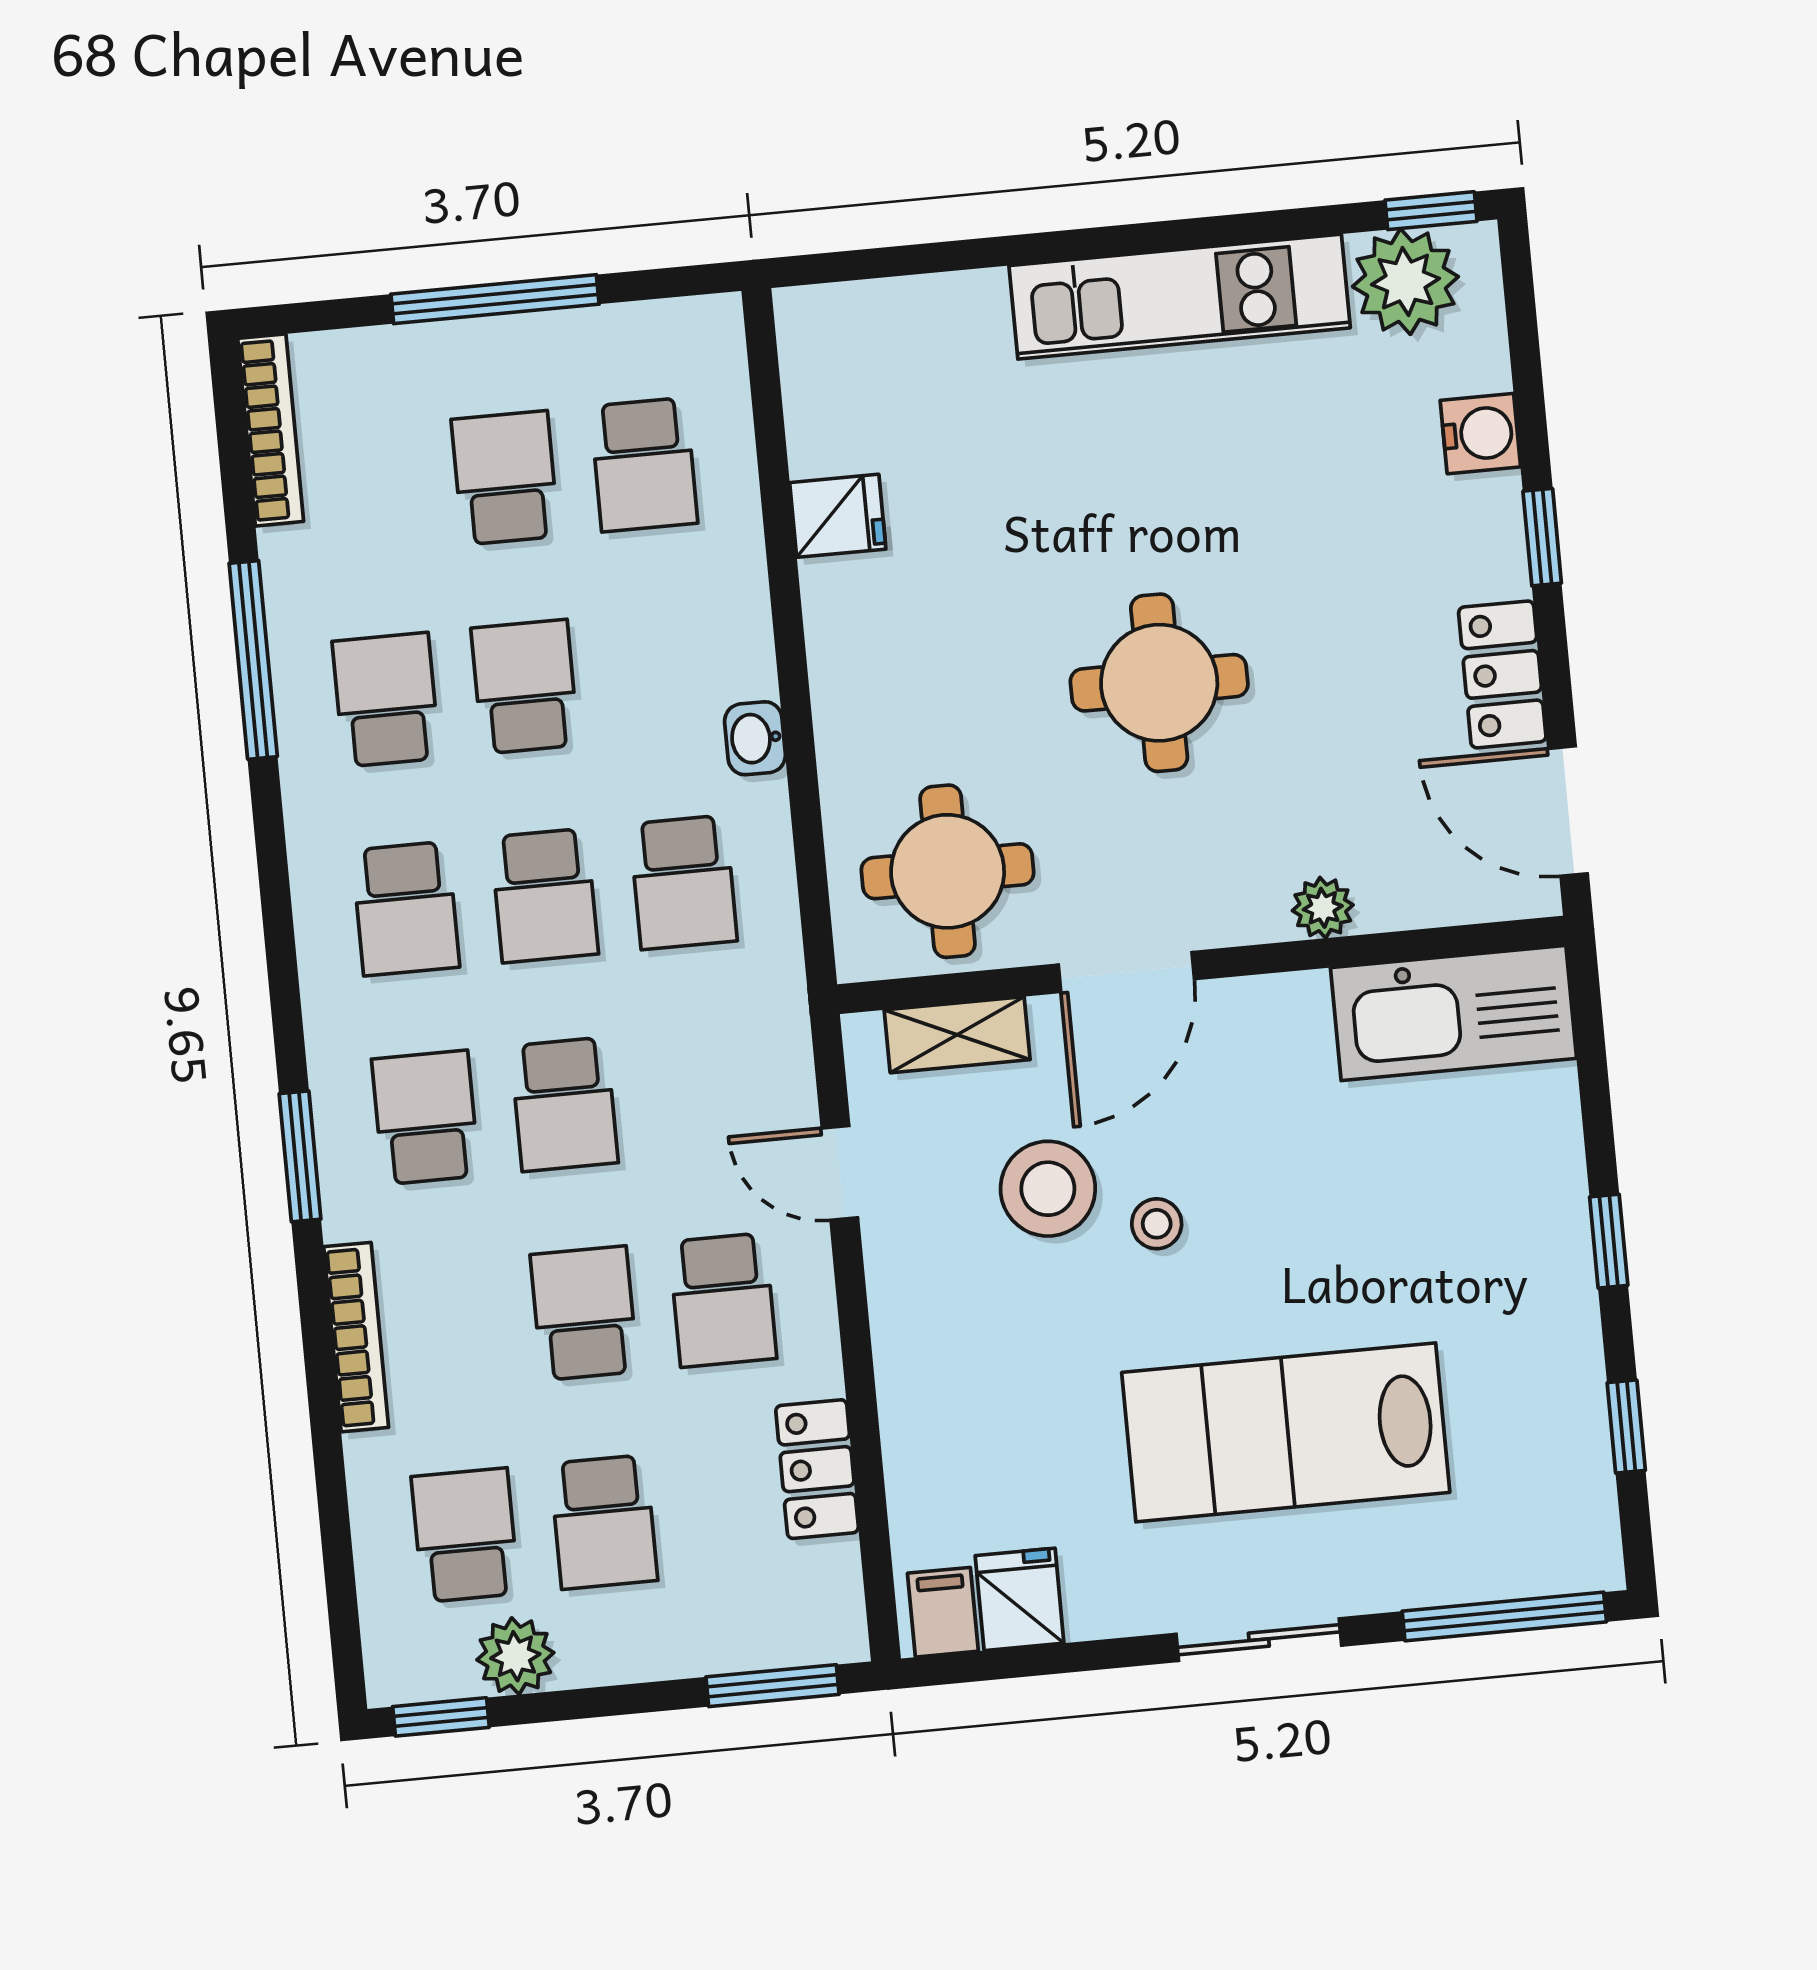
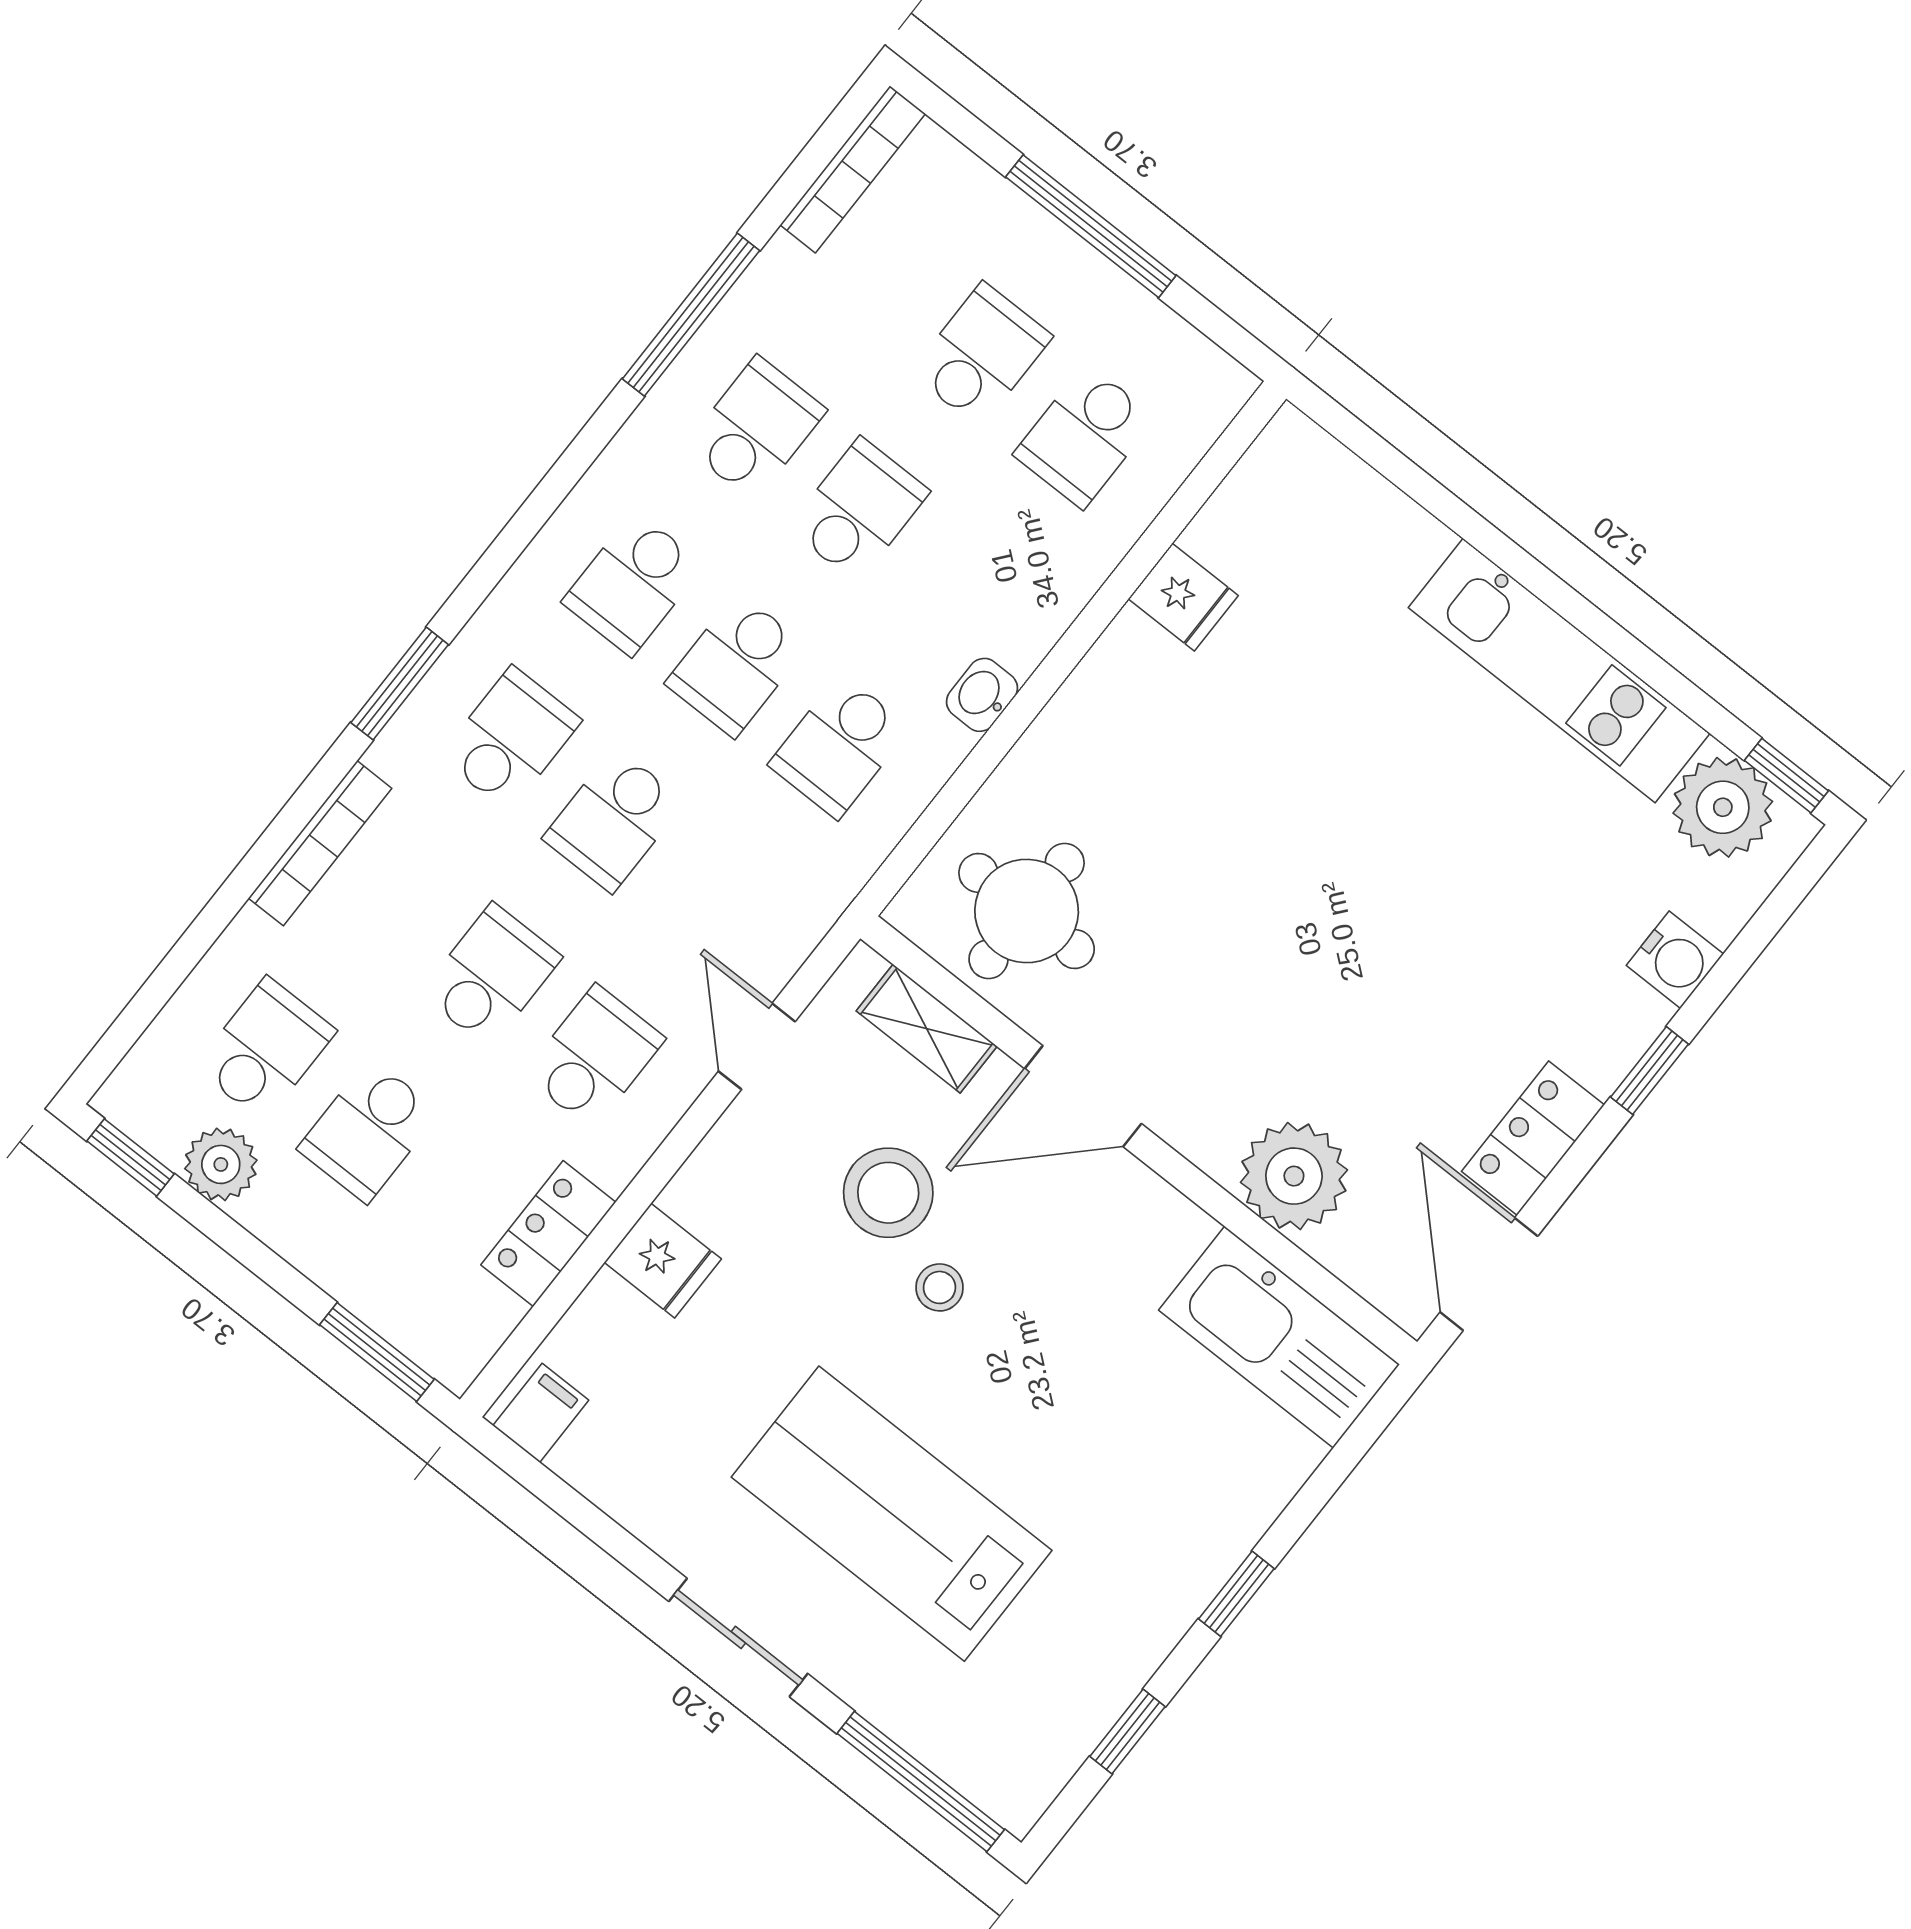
round table: (1159, 683) -> (1294, 920), removed
plant: (1323, 908) -> (1294, 1176), width x1.88, depth x1.88
school desk: (723, 1300) -> (594, 1057), turned 180
fridge: (1020, 1599) -> (663, 1261), moved, turned 90

